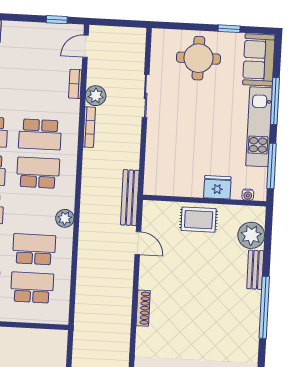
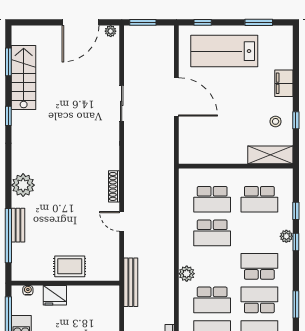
plant: (65, 218) -> (187, 274), moved
plant: (251, 235) -> (23, 185), moved
door: (138, 243) -> (122, 221), moved
window: (264, 307) -> (8, 236), moved

